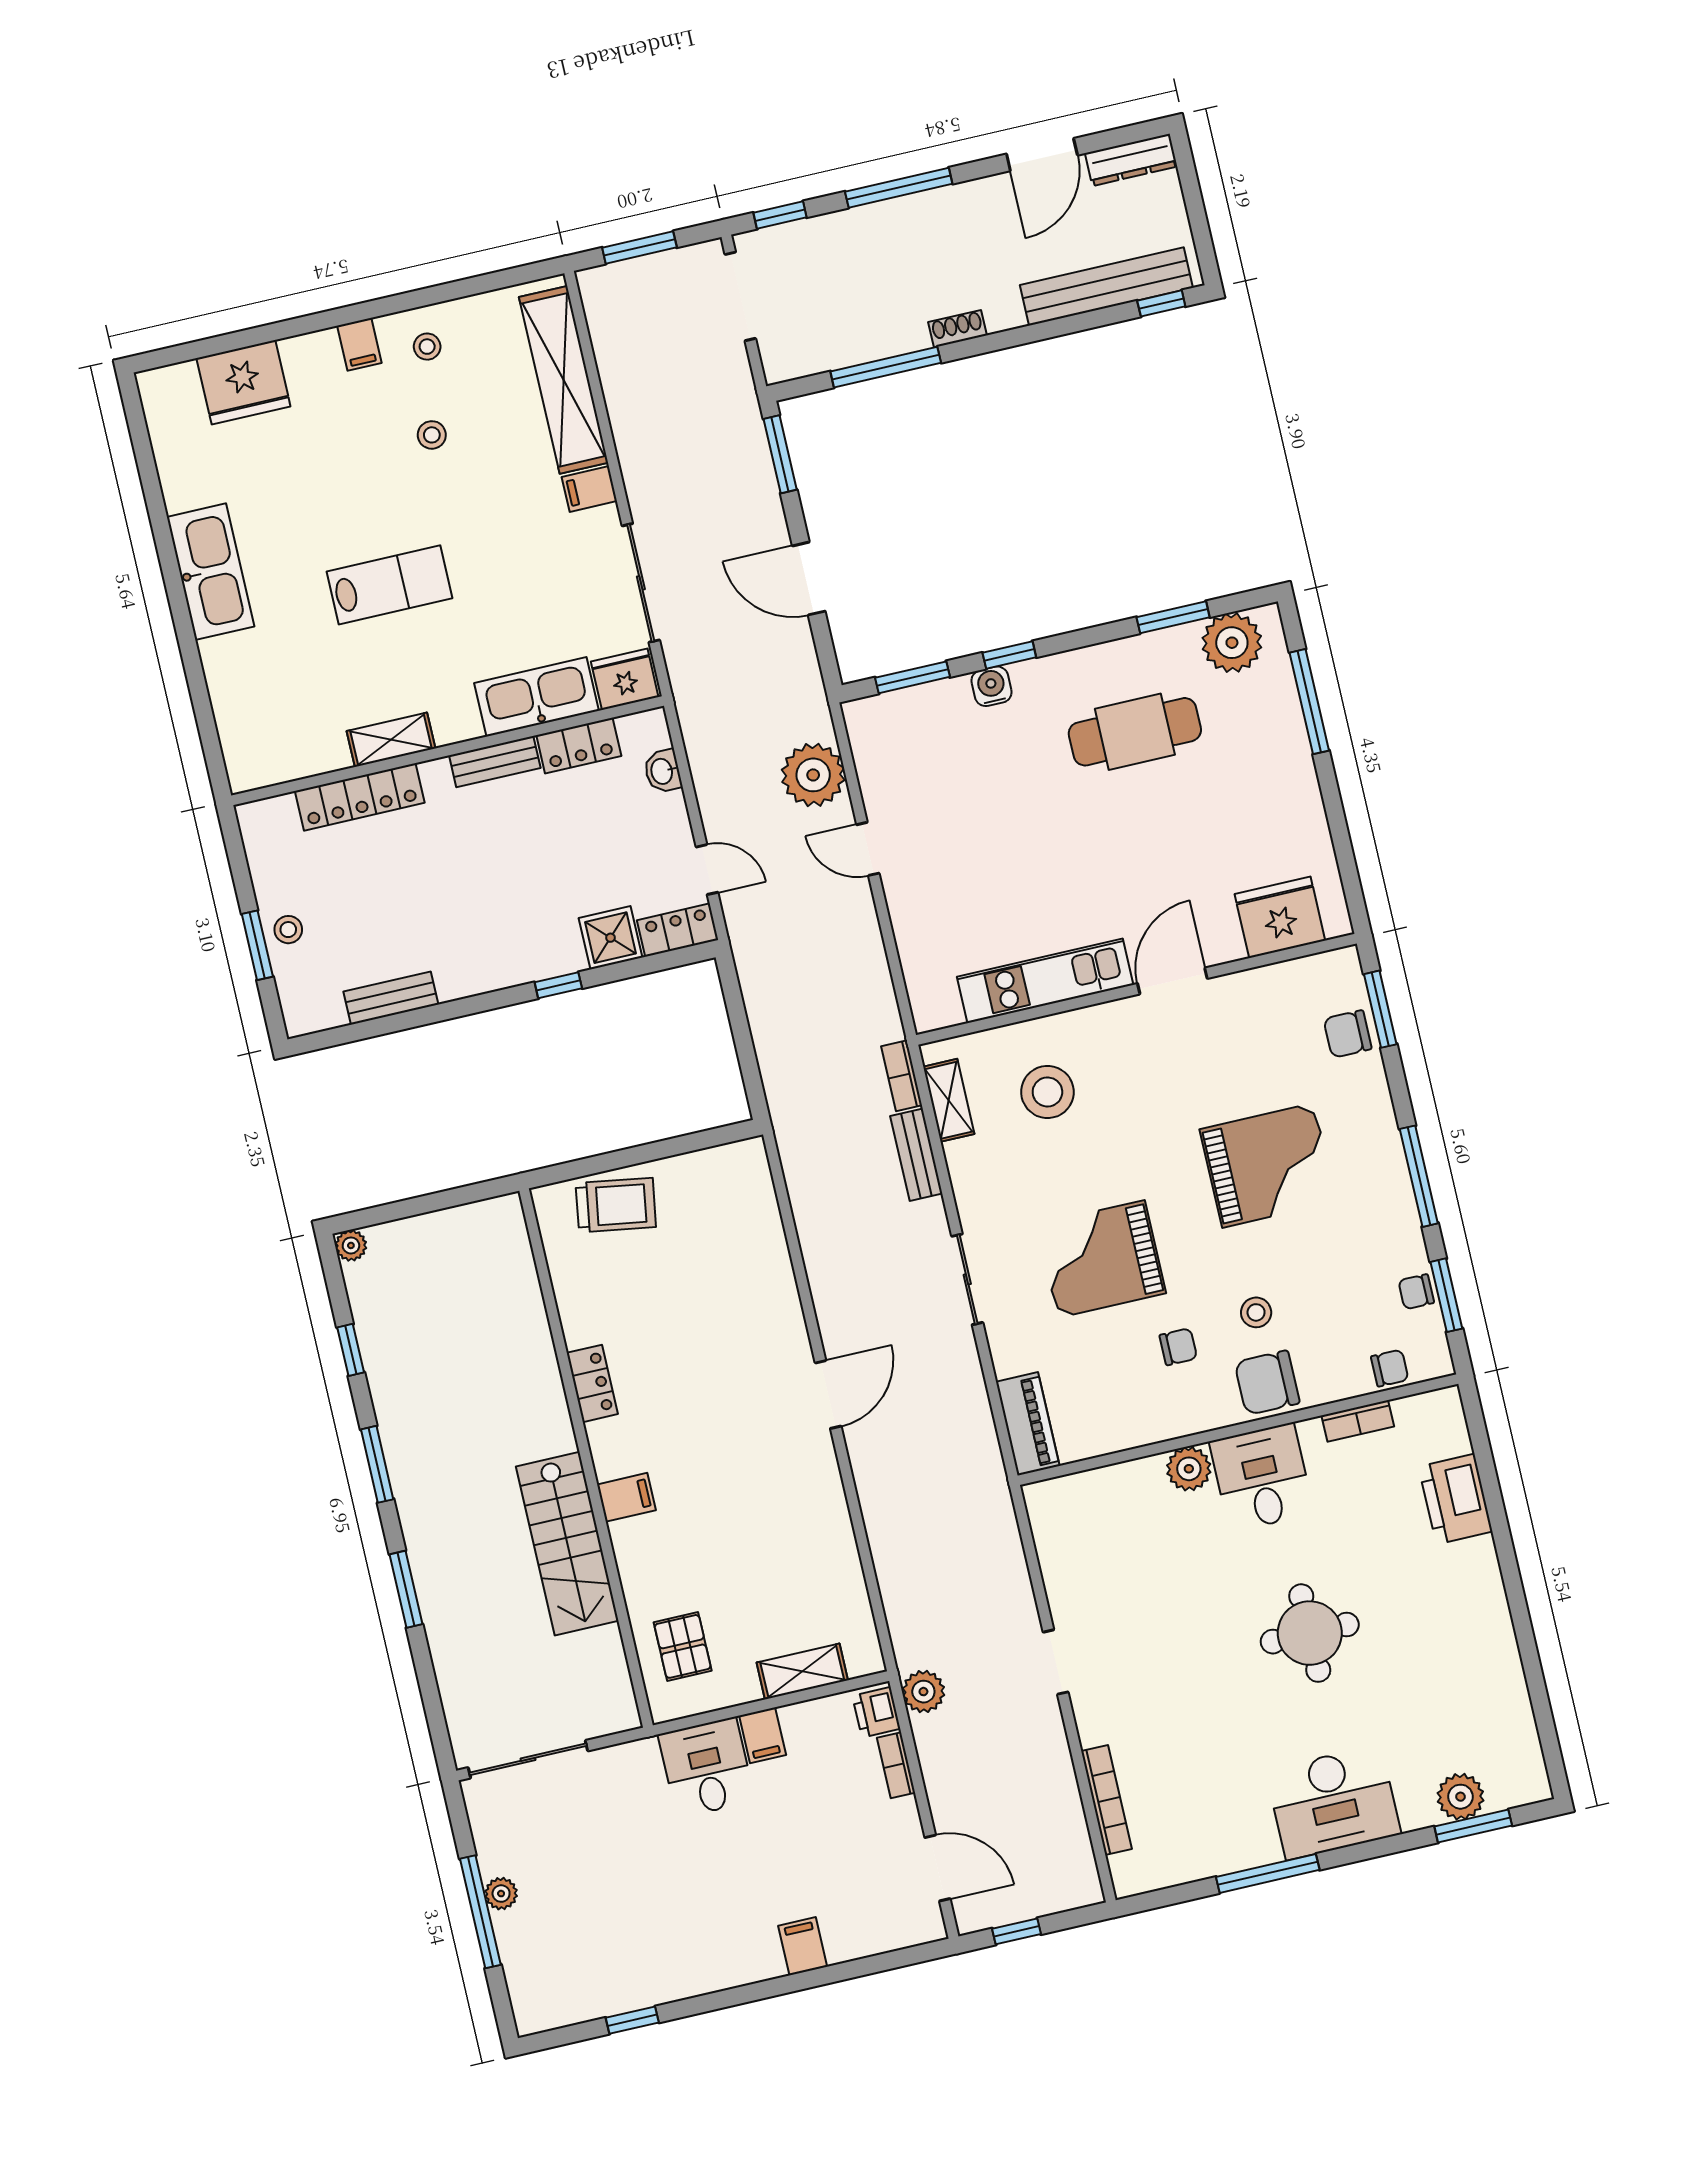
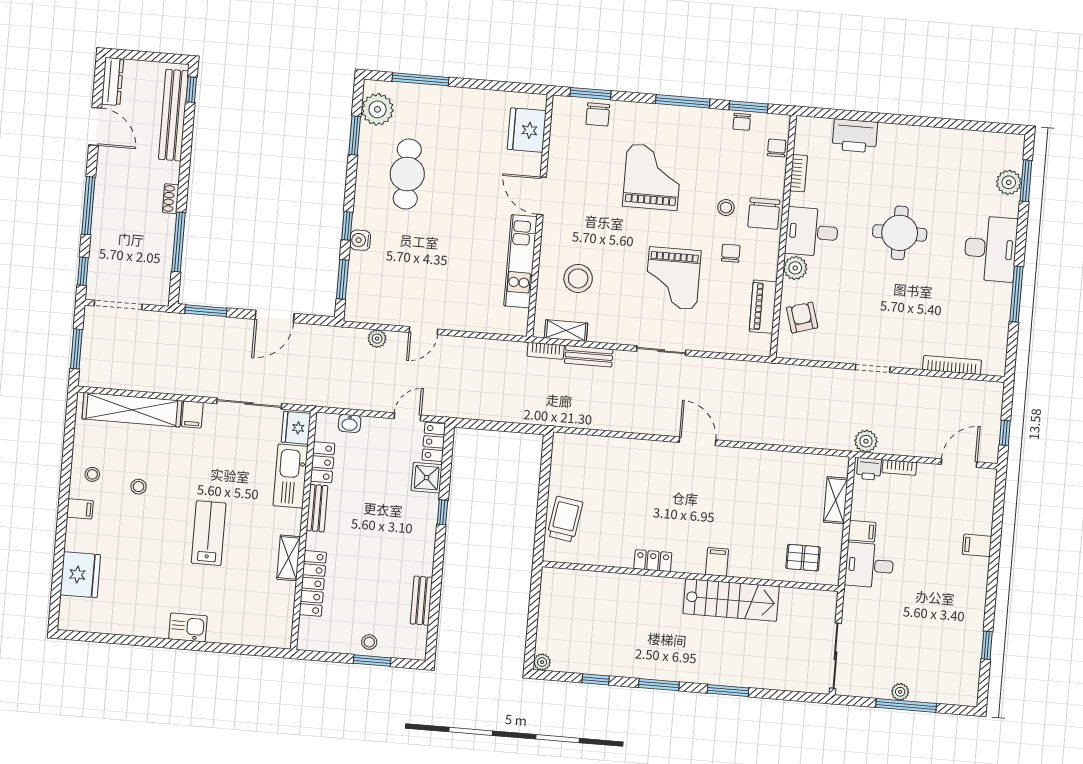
kitchen sink: (210, 572) -> (188, 627), width x0.53, depth x0.81
plant: (813, 775) -> (377, 339), width x0.53, depth x0.53
piano: (1028, 1424) -> (763, 307), moved, turned -90
armchair: (1105, 1509) -> (802, 318), added

